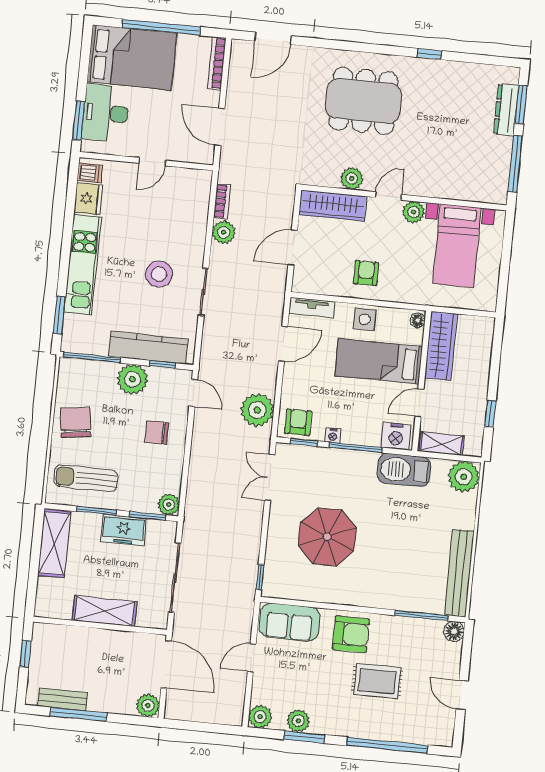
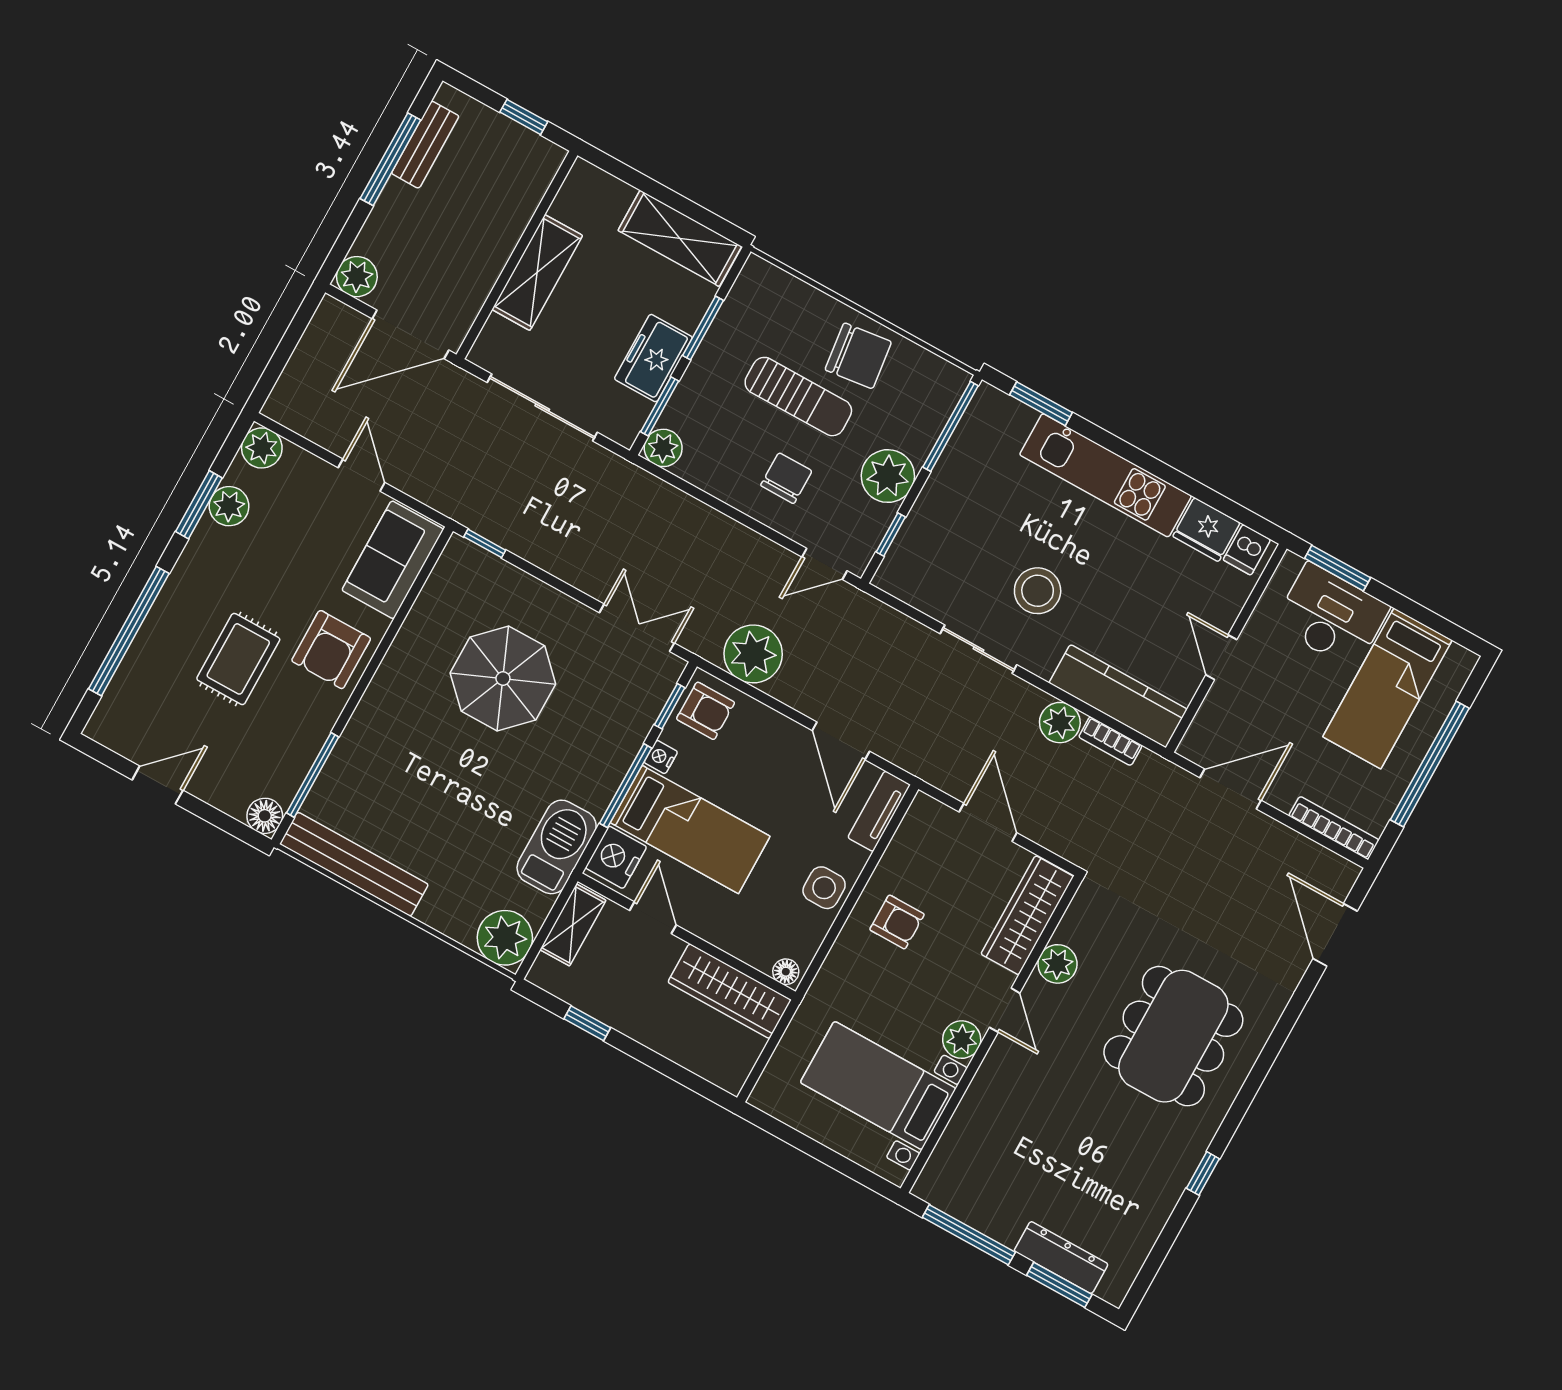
bed: (132, 57) -> (1387, 688), width x0.67
kitchen counter: (148, 348) -> (1118, 696), moved, turned -90
bed: (379, 361) -> (690, 829), moved, turned 90
sun lounger: (86, 478) -> (798, 397), moved, turned 90

